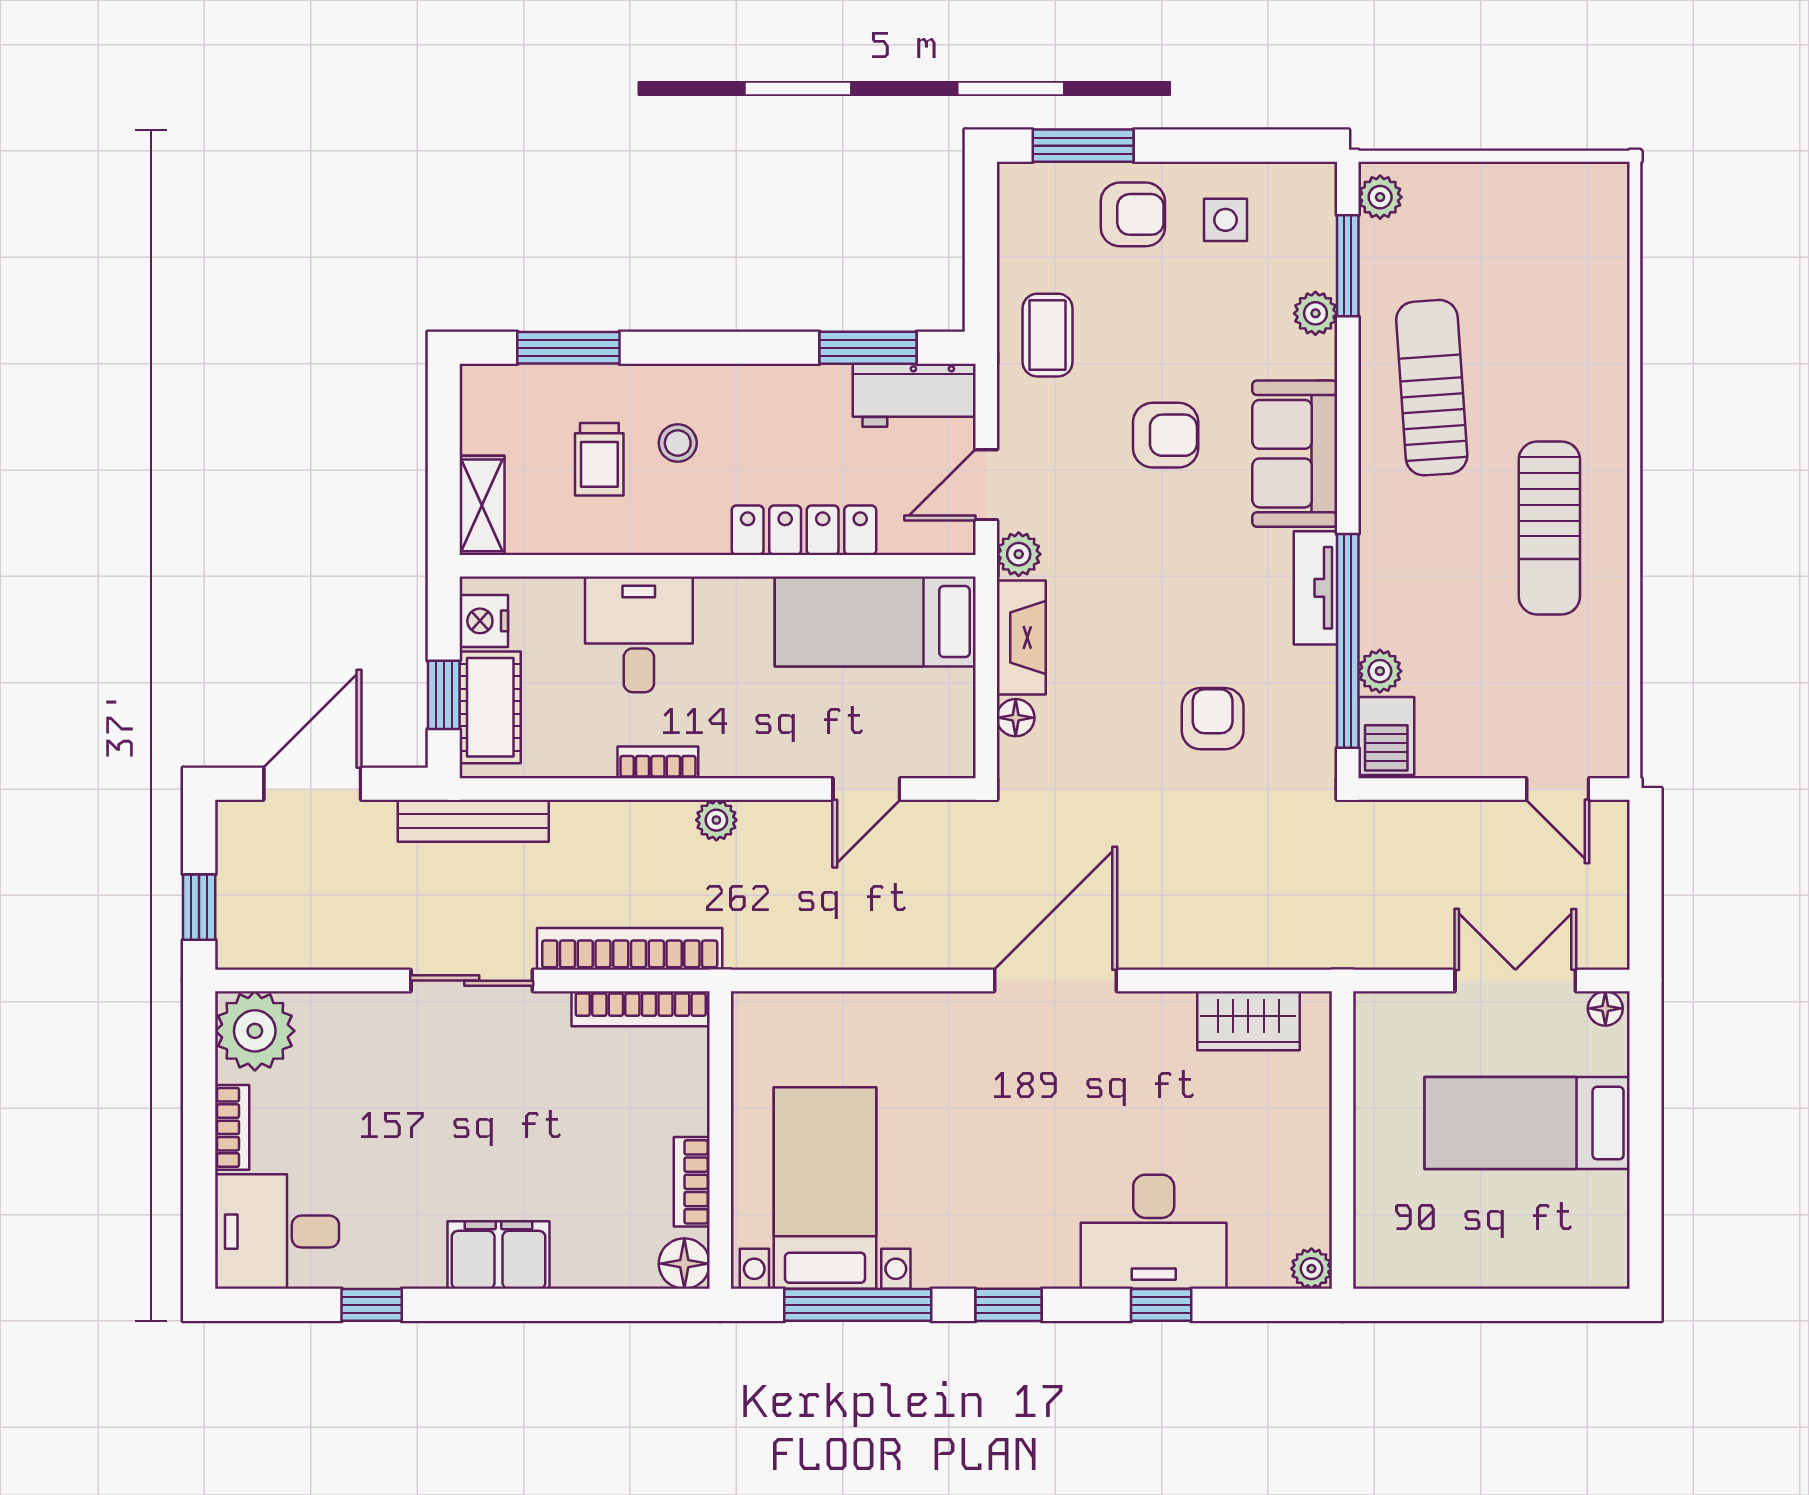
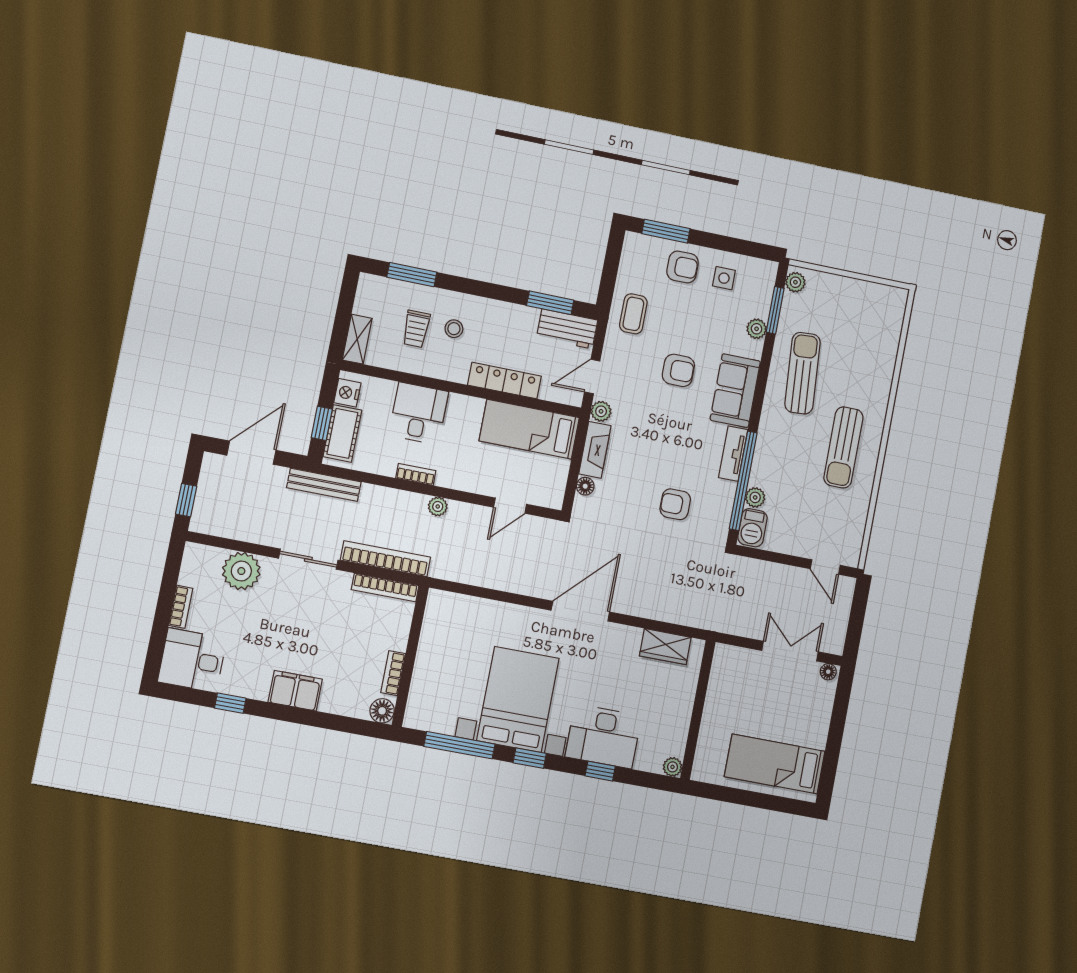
armchair: (1213, 719) -> (675, 504), turned -90
plant: (255, 1031) -> (241, 571), moved
bed: (1527, 1123) -> (775, 764), moved
bed with nightstands: (825, 1188) -> (518, 699), moved, width x1.36

